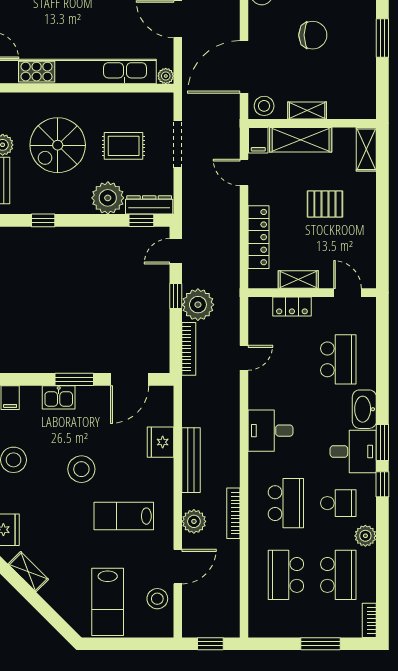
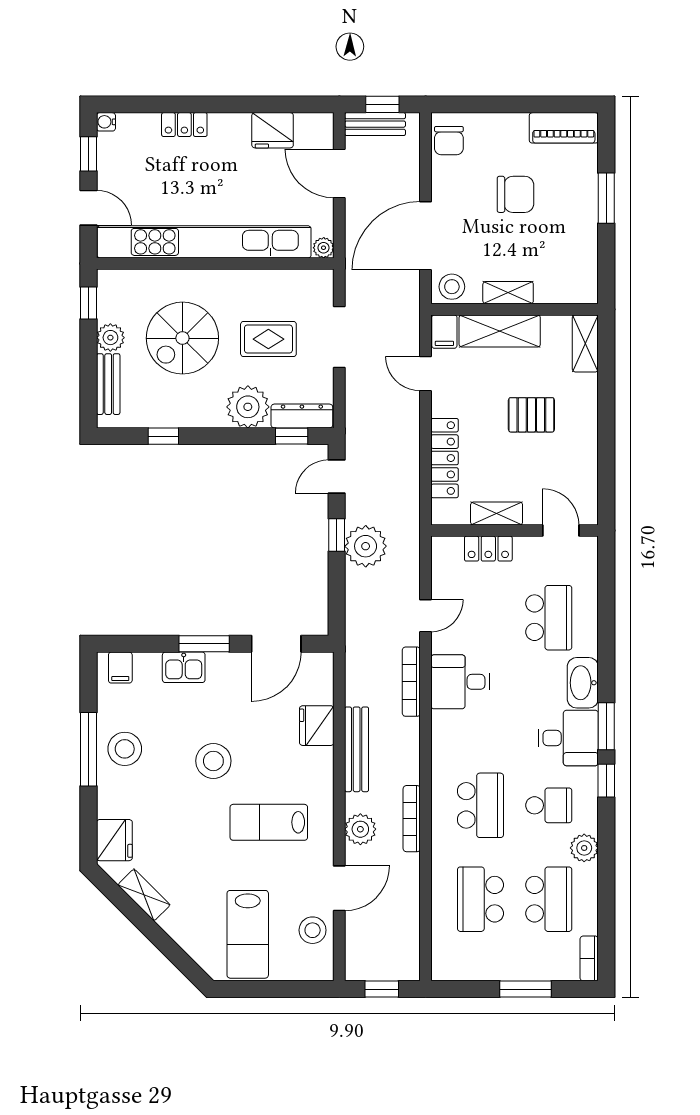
bookcase: (189, 349) -> (411, 682), moved, turned 180
desk: (270, 431) -> (460, 682), moved

